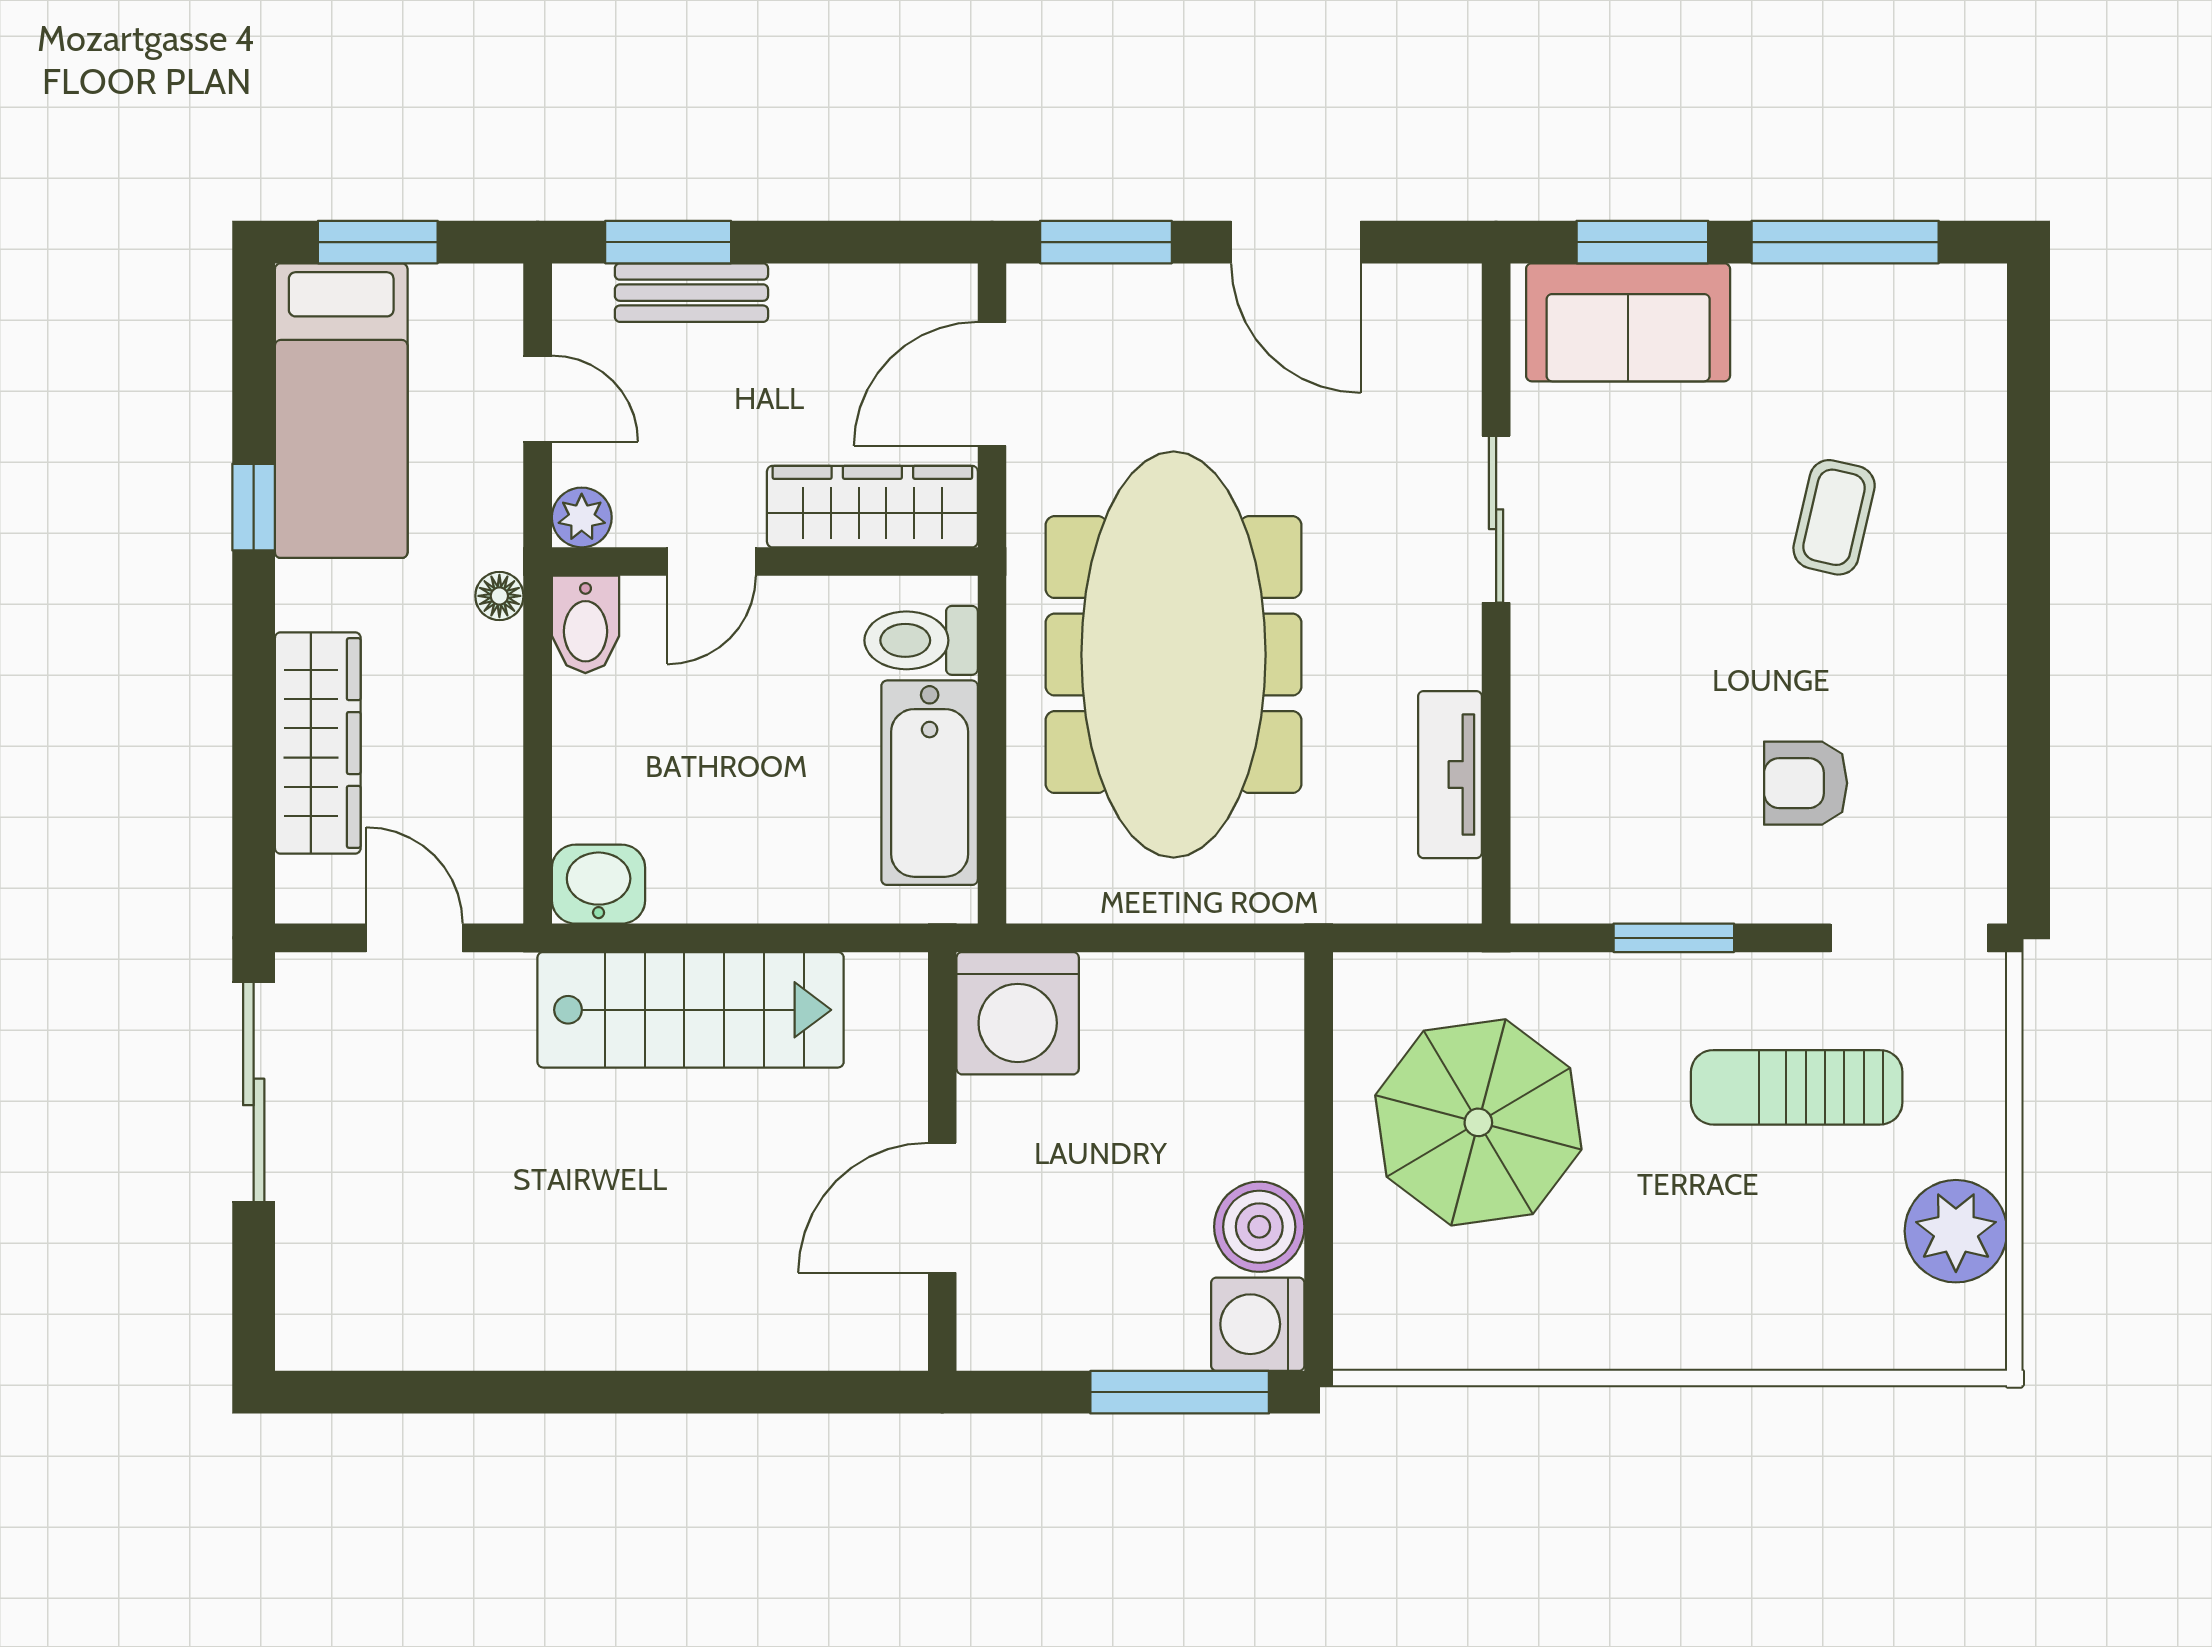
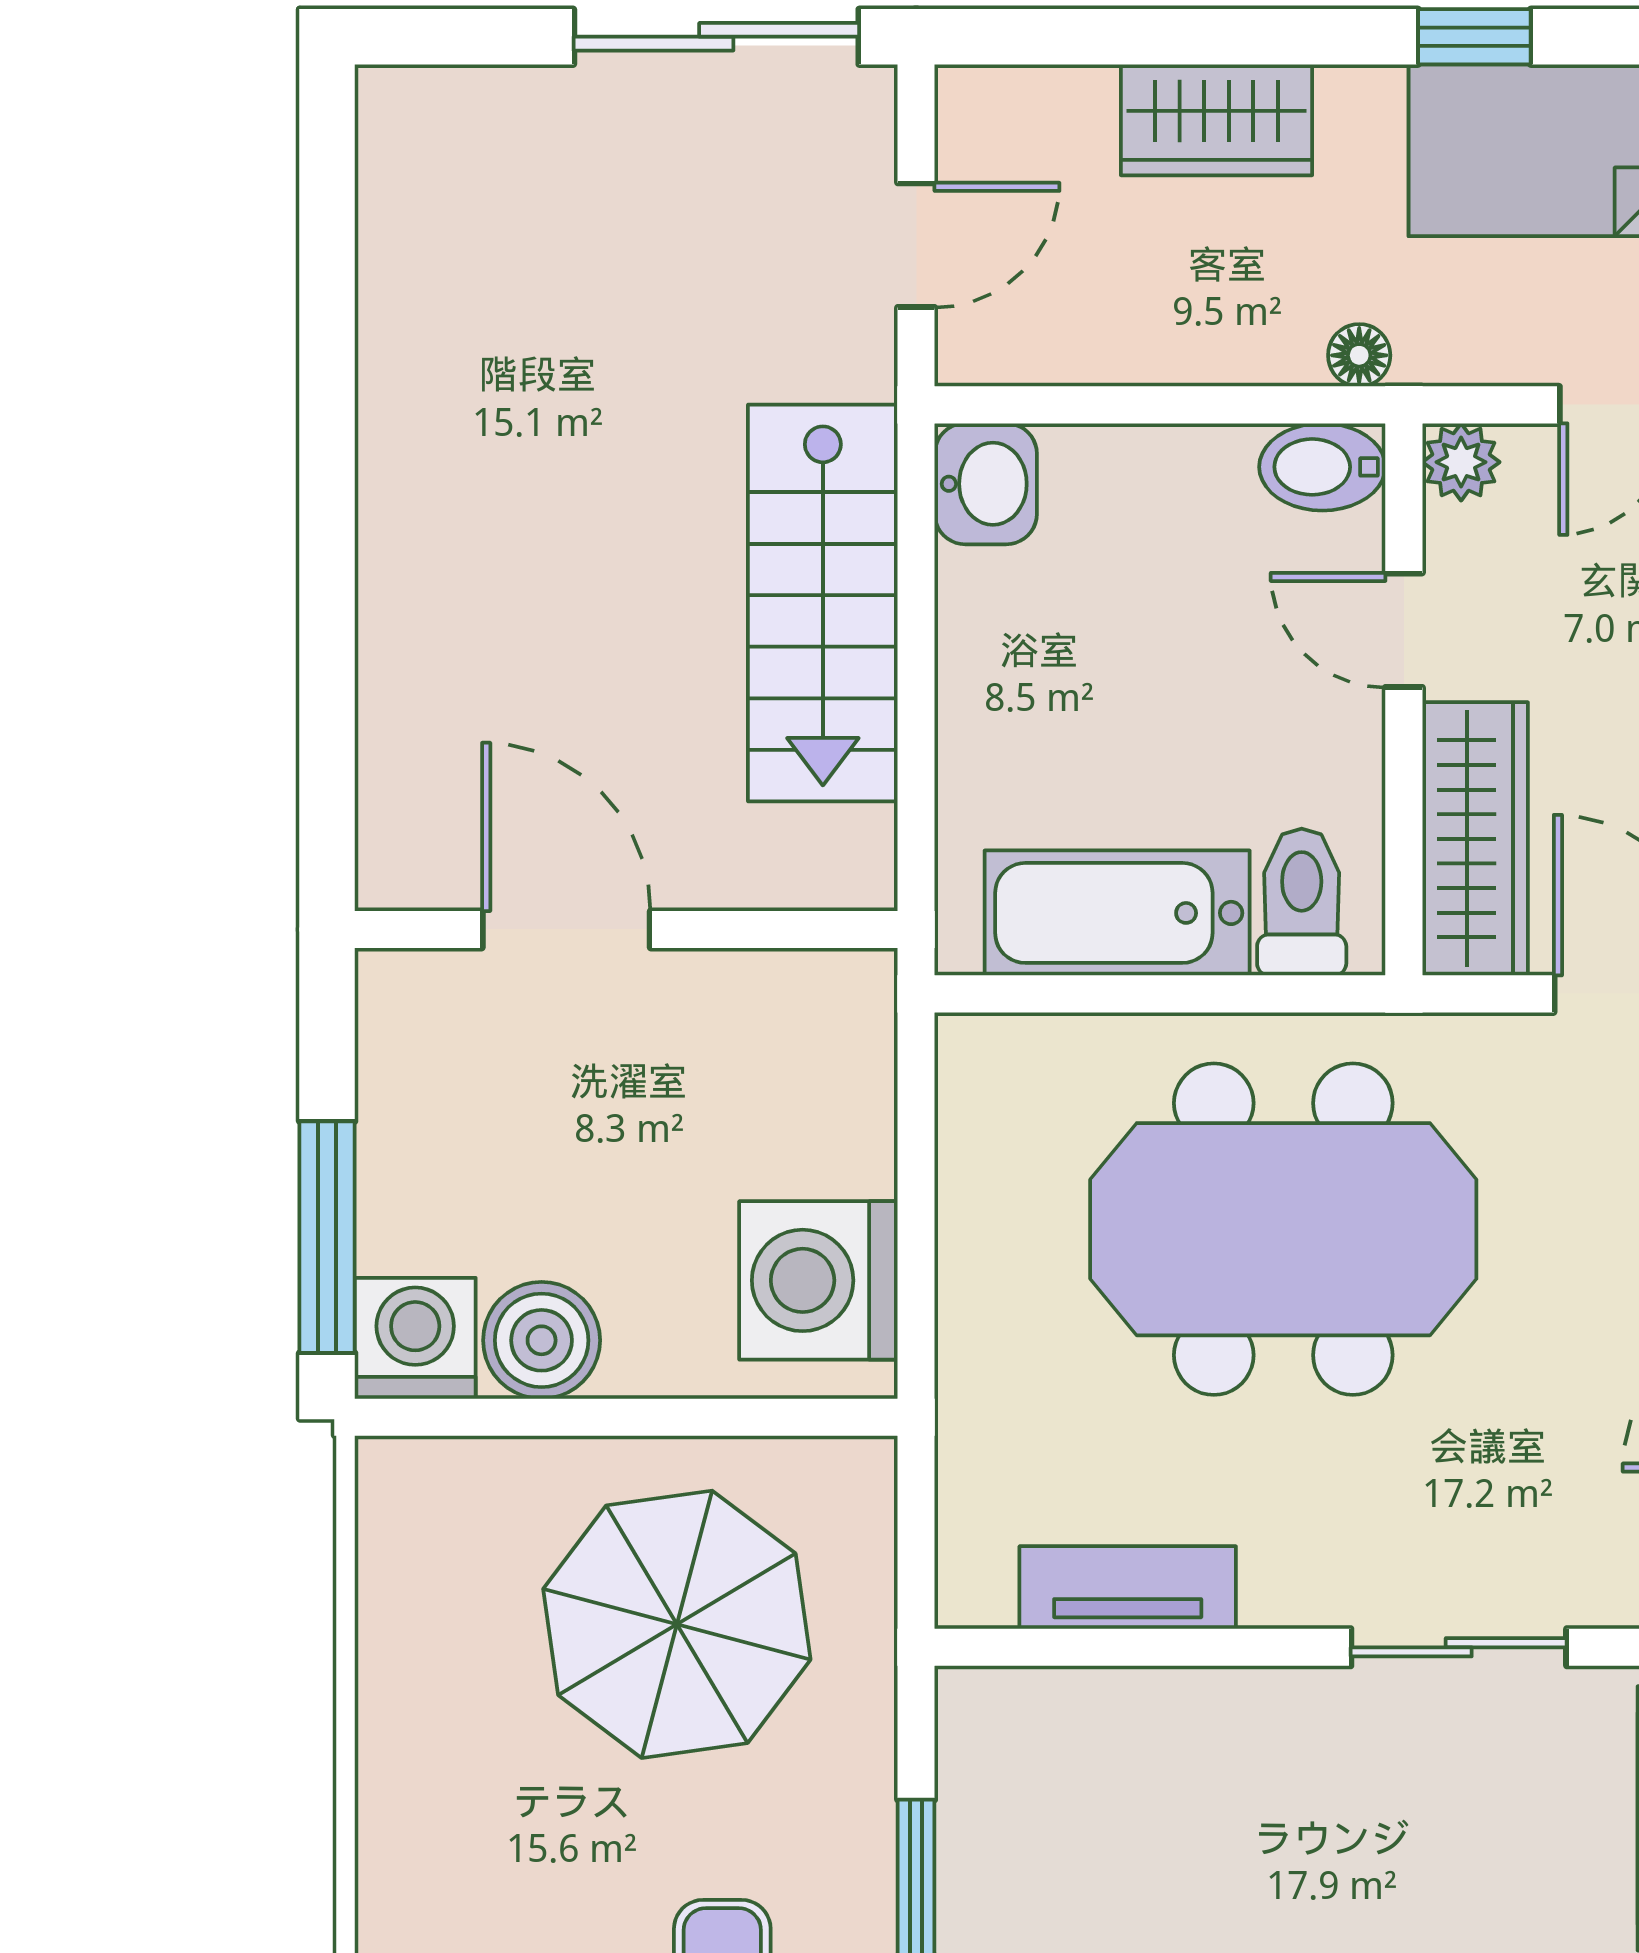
meeting table: (1174, 655) -> (1283, 1229), width x0.73
wardrobe: (318, 743) -> (1216, 120), width x0.67
washing machine: (1018, 1013) -> (818, 1280), moved

